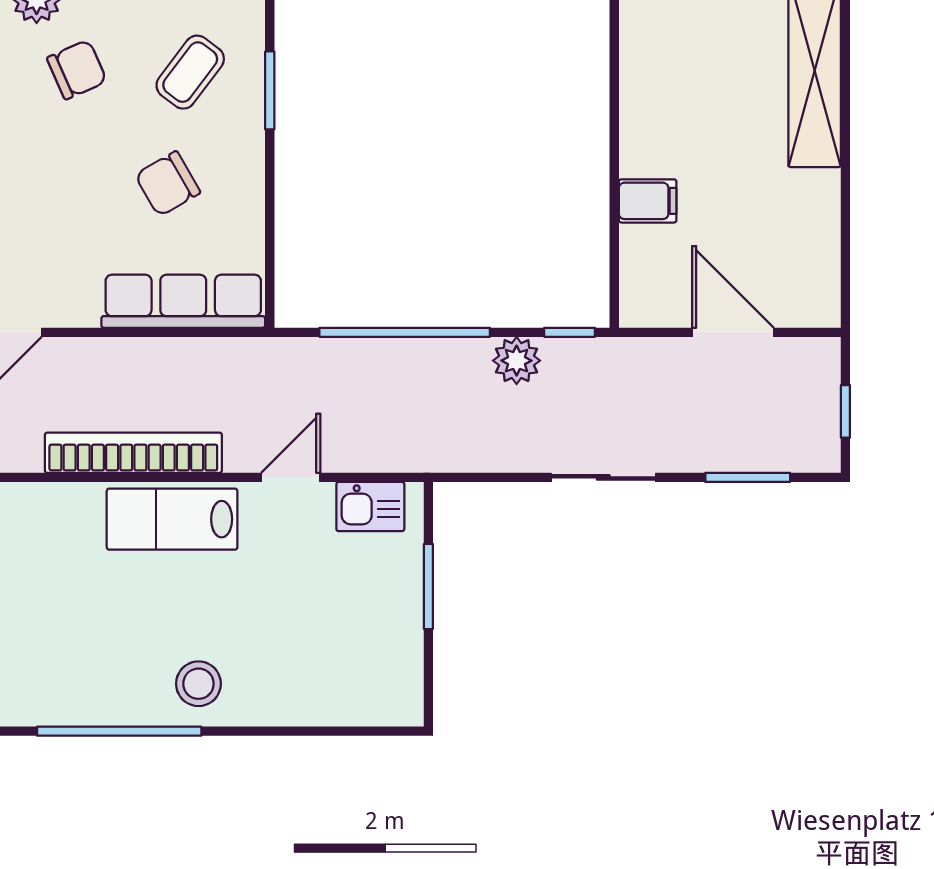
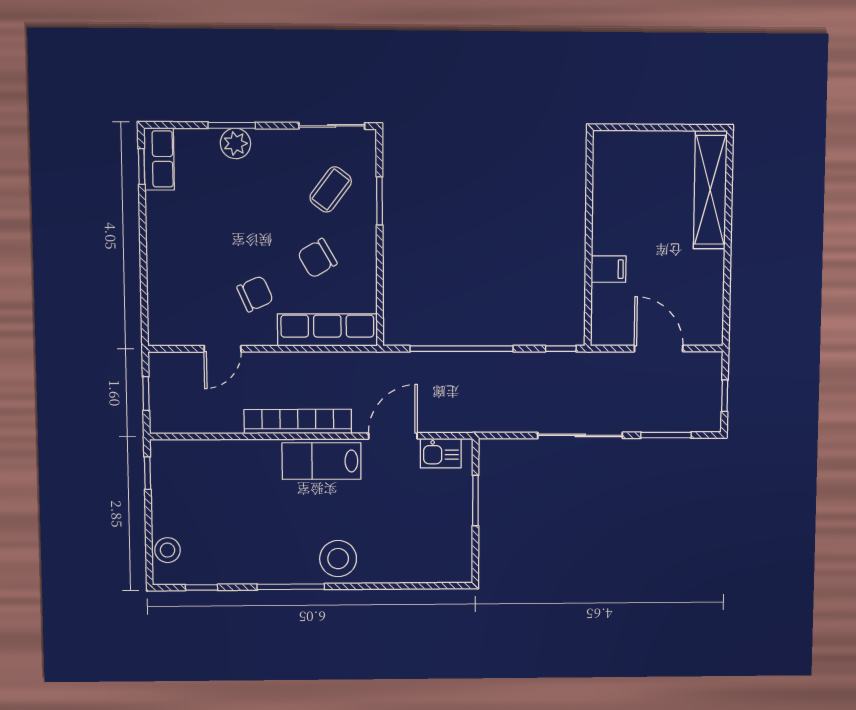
chair: (77, 70) -> (255, 294), moved
plant: (517, 361) -> (529, 366), removed
door: (291, 477) -> (393, 436), width x1.38
sliding door: (603, 477) -> (580, 435), width x1.37
stool: (198, 684) -> (338, 559), width x1.38, depth x1.38
window: (119, 731) -> (291, 587), width x0.68

